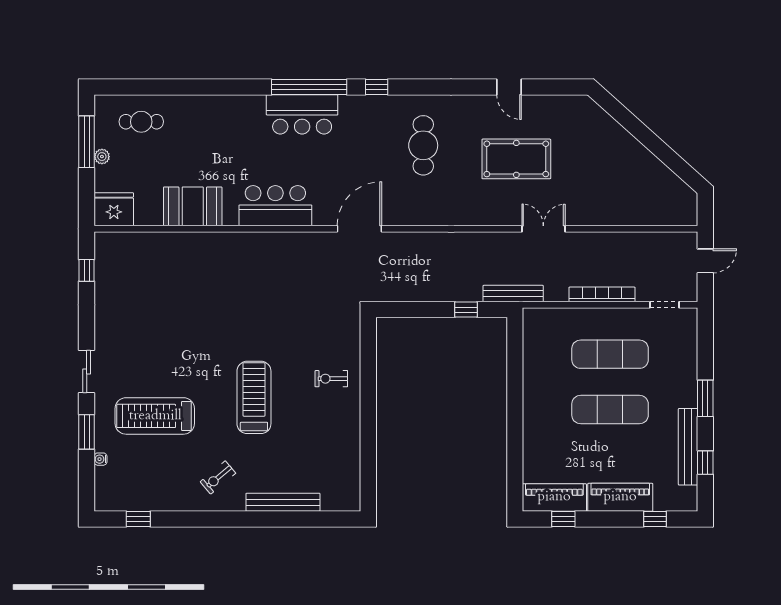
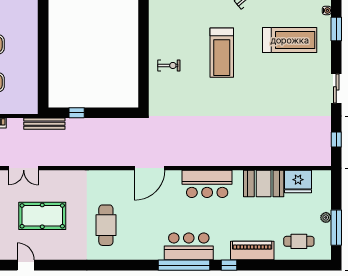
window: (377, 87) -> (229, 265), moved
door: (509, 87) -> (26, 265), moved
piano: (209, 108) -> (252, 251), added
fridge: (114, 209) -> (298, 181), moved
sliding door: (87, 372) -> (336, 88), moved

